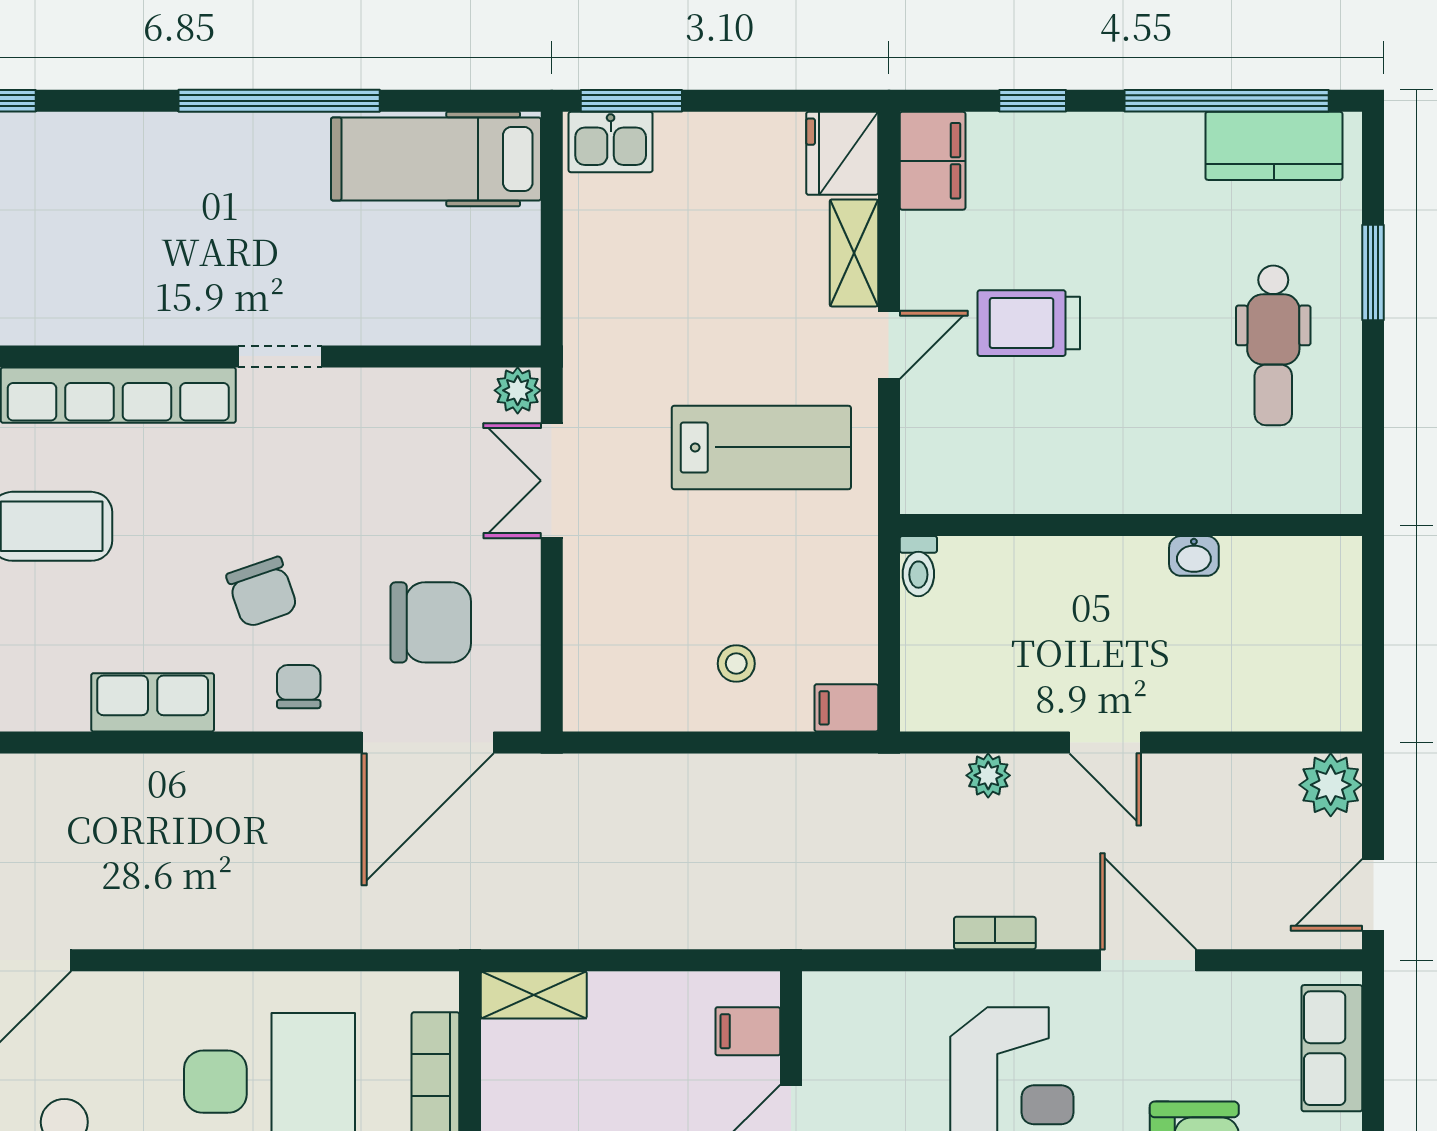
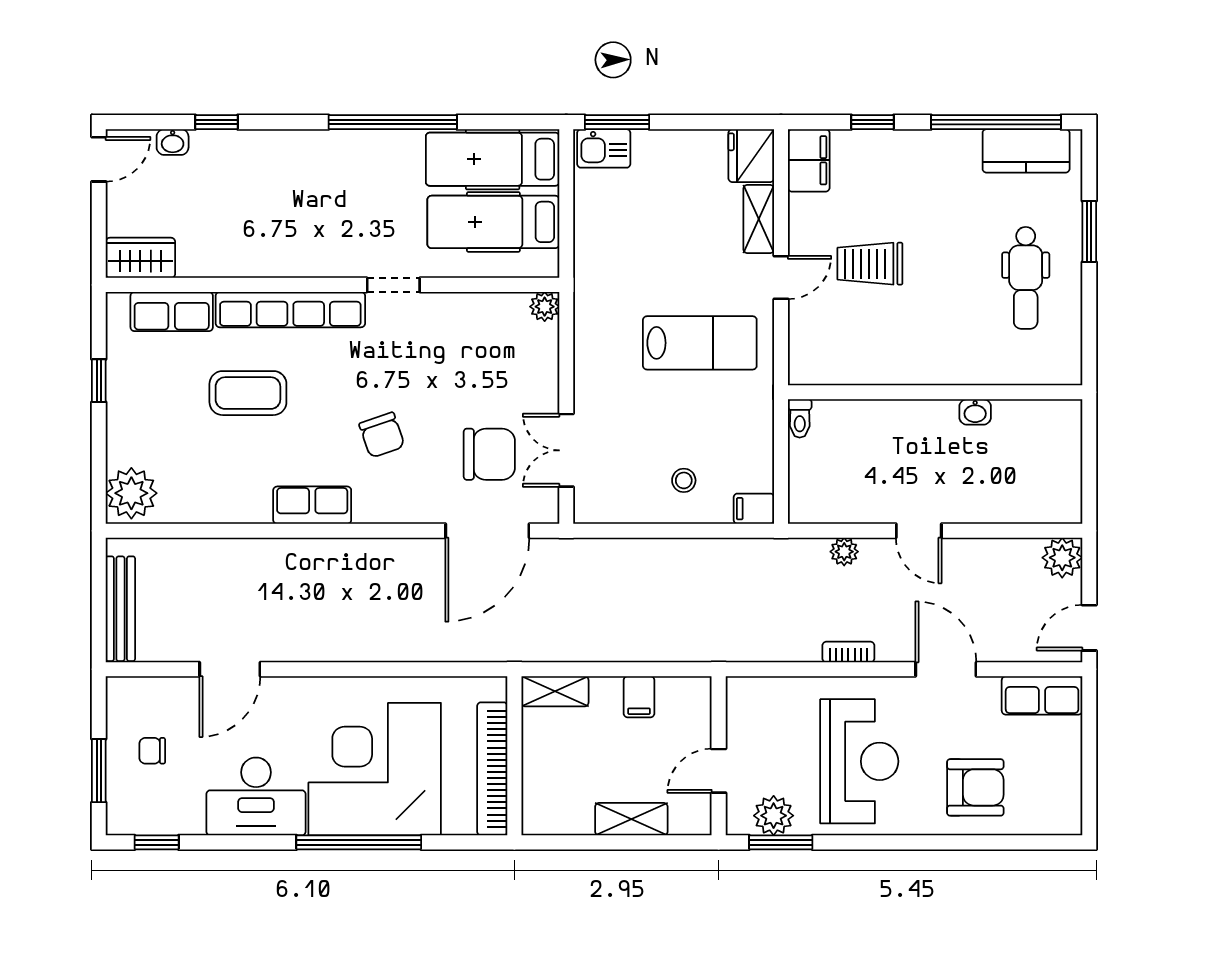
hospital bed: (437, 258) -> (493, 222), added
double door: (552, 481) -> (566, 450), moved
chair: (299, 687) -> (405, 495), removed
filing cabinet: (748, 1031) -> (639, 697), moved, turned -90
row of seats: (1332, 1048) -> (1042, 695), moved, turned -90

